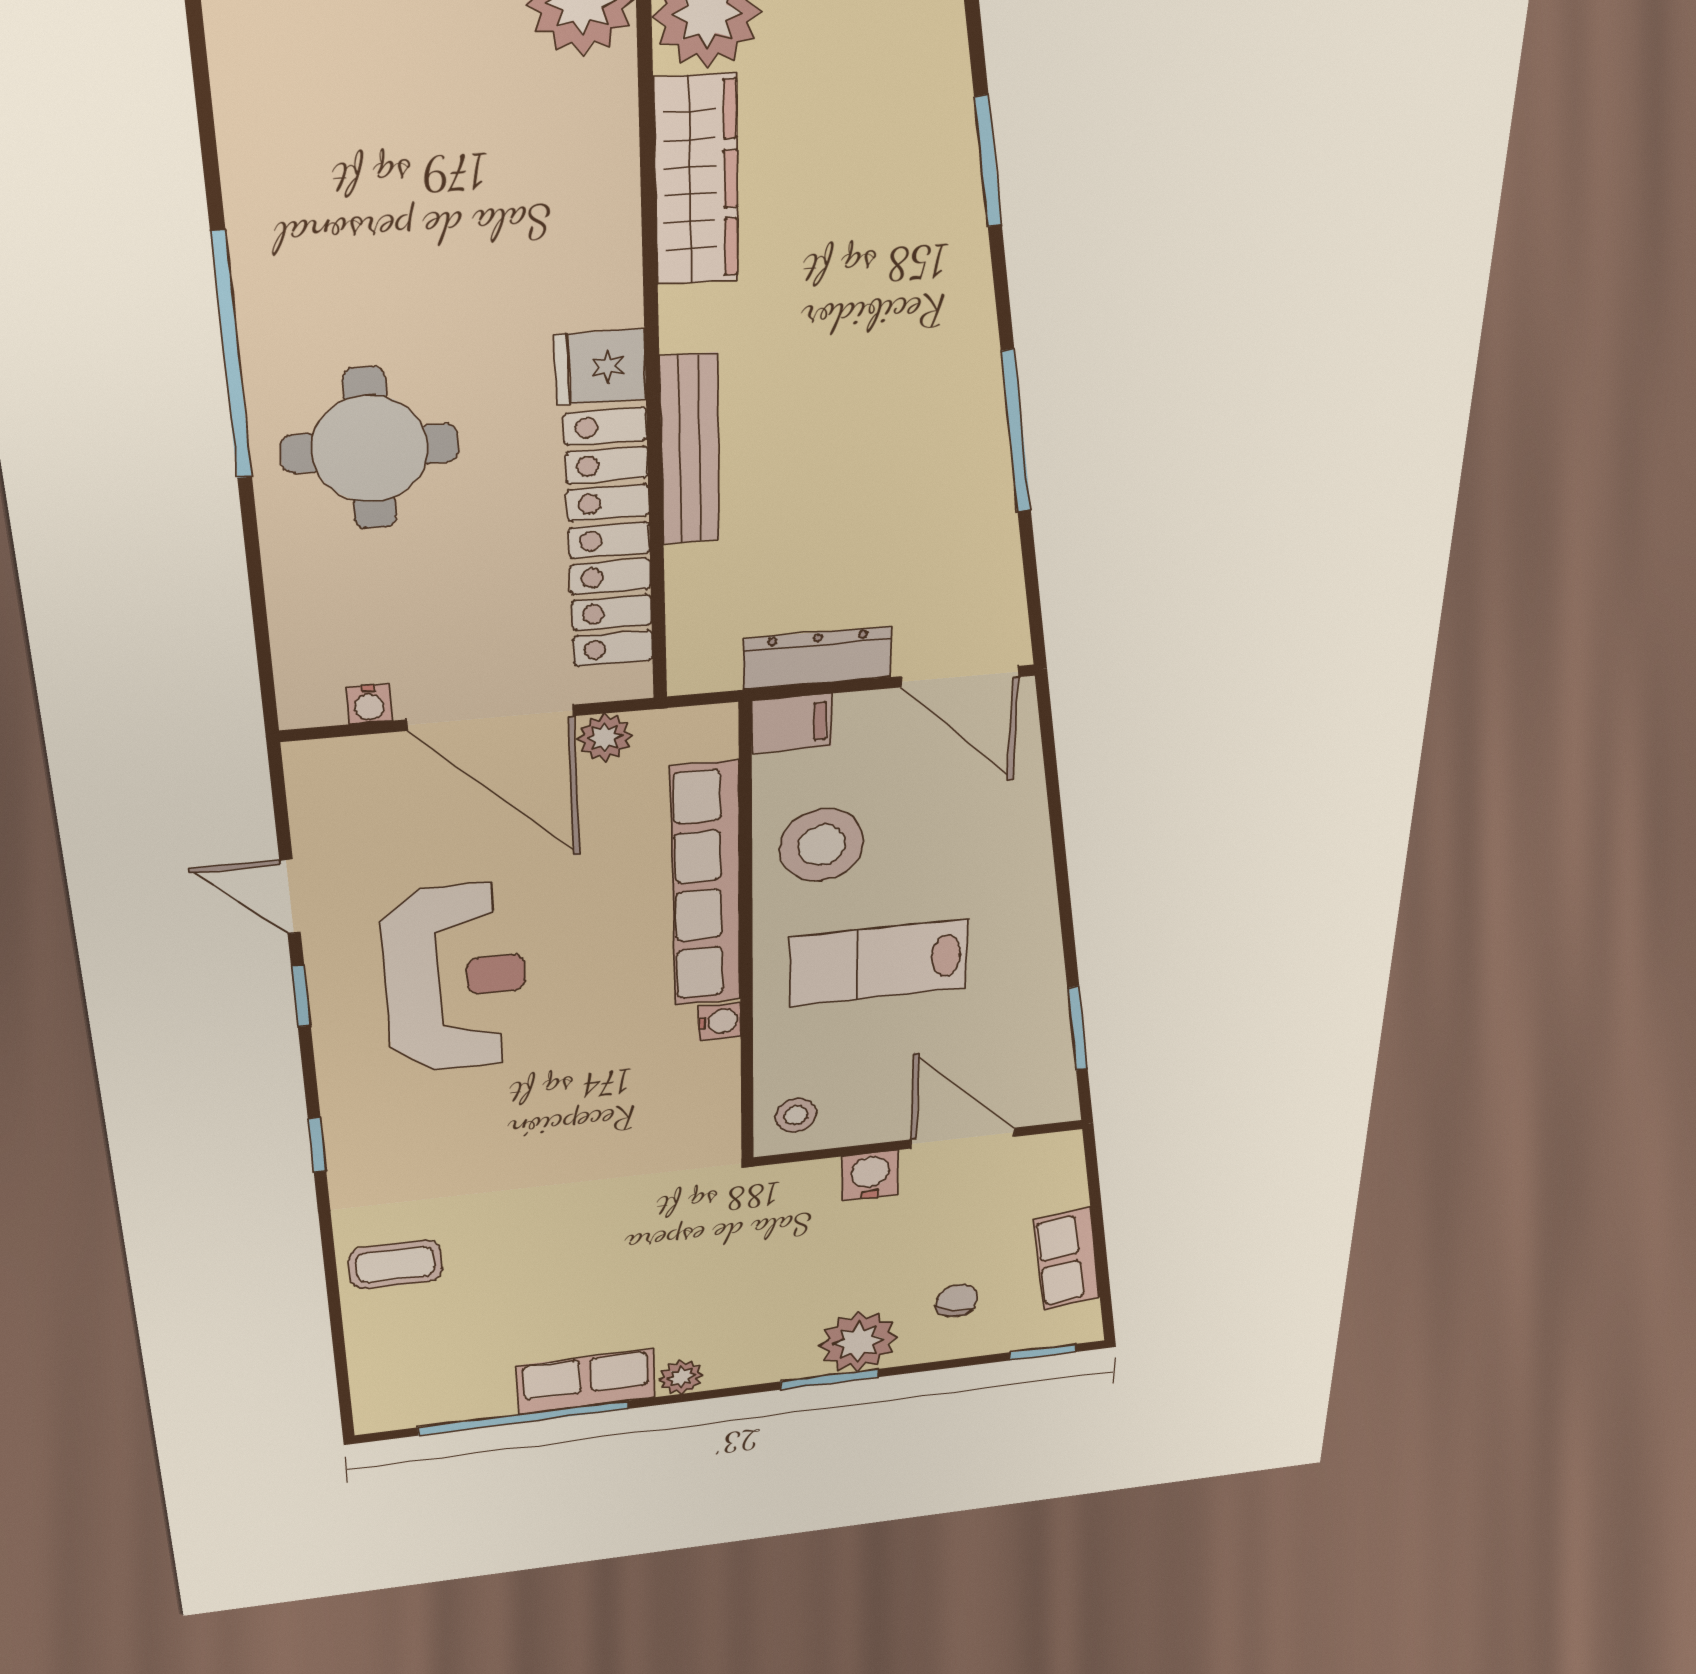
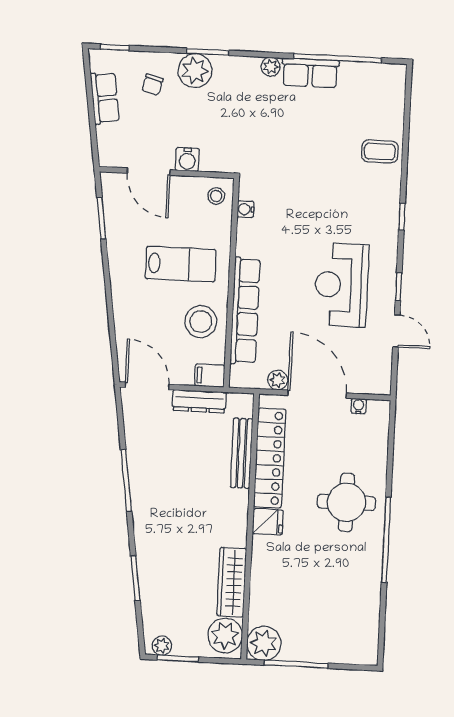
bench: (690, 450) -> (242, 453), moved
water cooler: (720, 1022) -> (246, 209), moved

